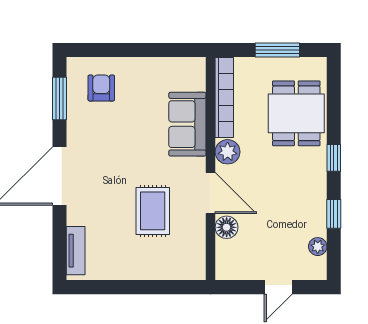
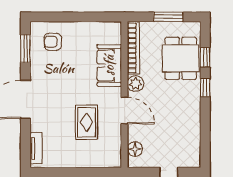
armchair: (101, 88) -> (53, 42), turned -90
window: (334, 214) -> (205, 57), moved
floor lamp: (227, 227) -> (135, 149), moved
plant: (318, 247) -> (195, 146), removed

